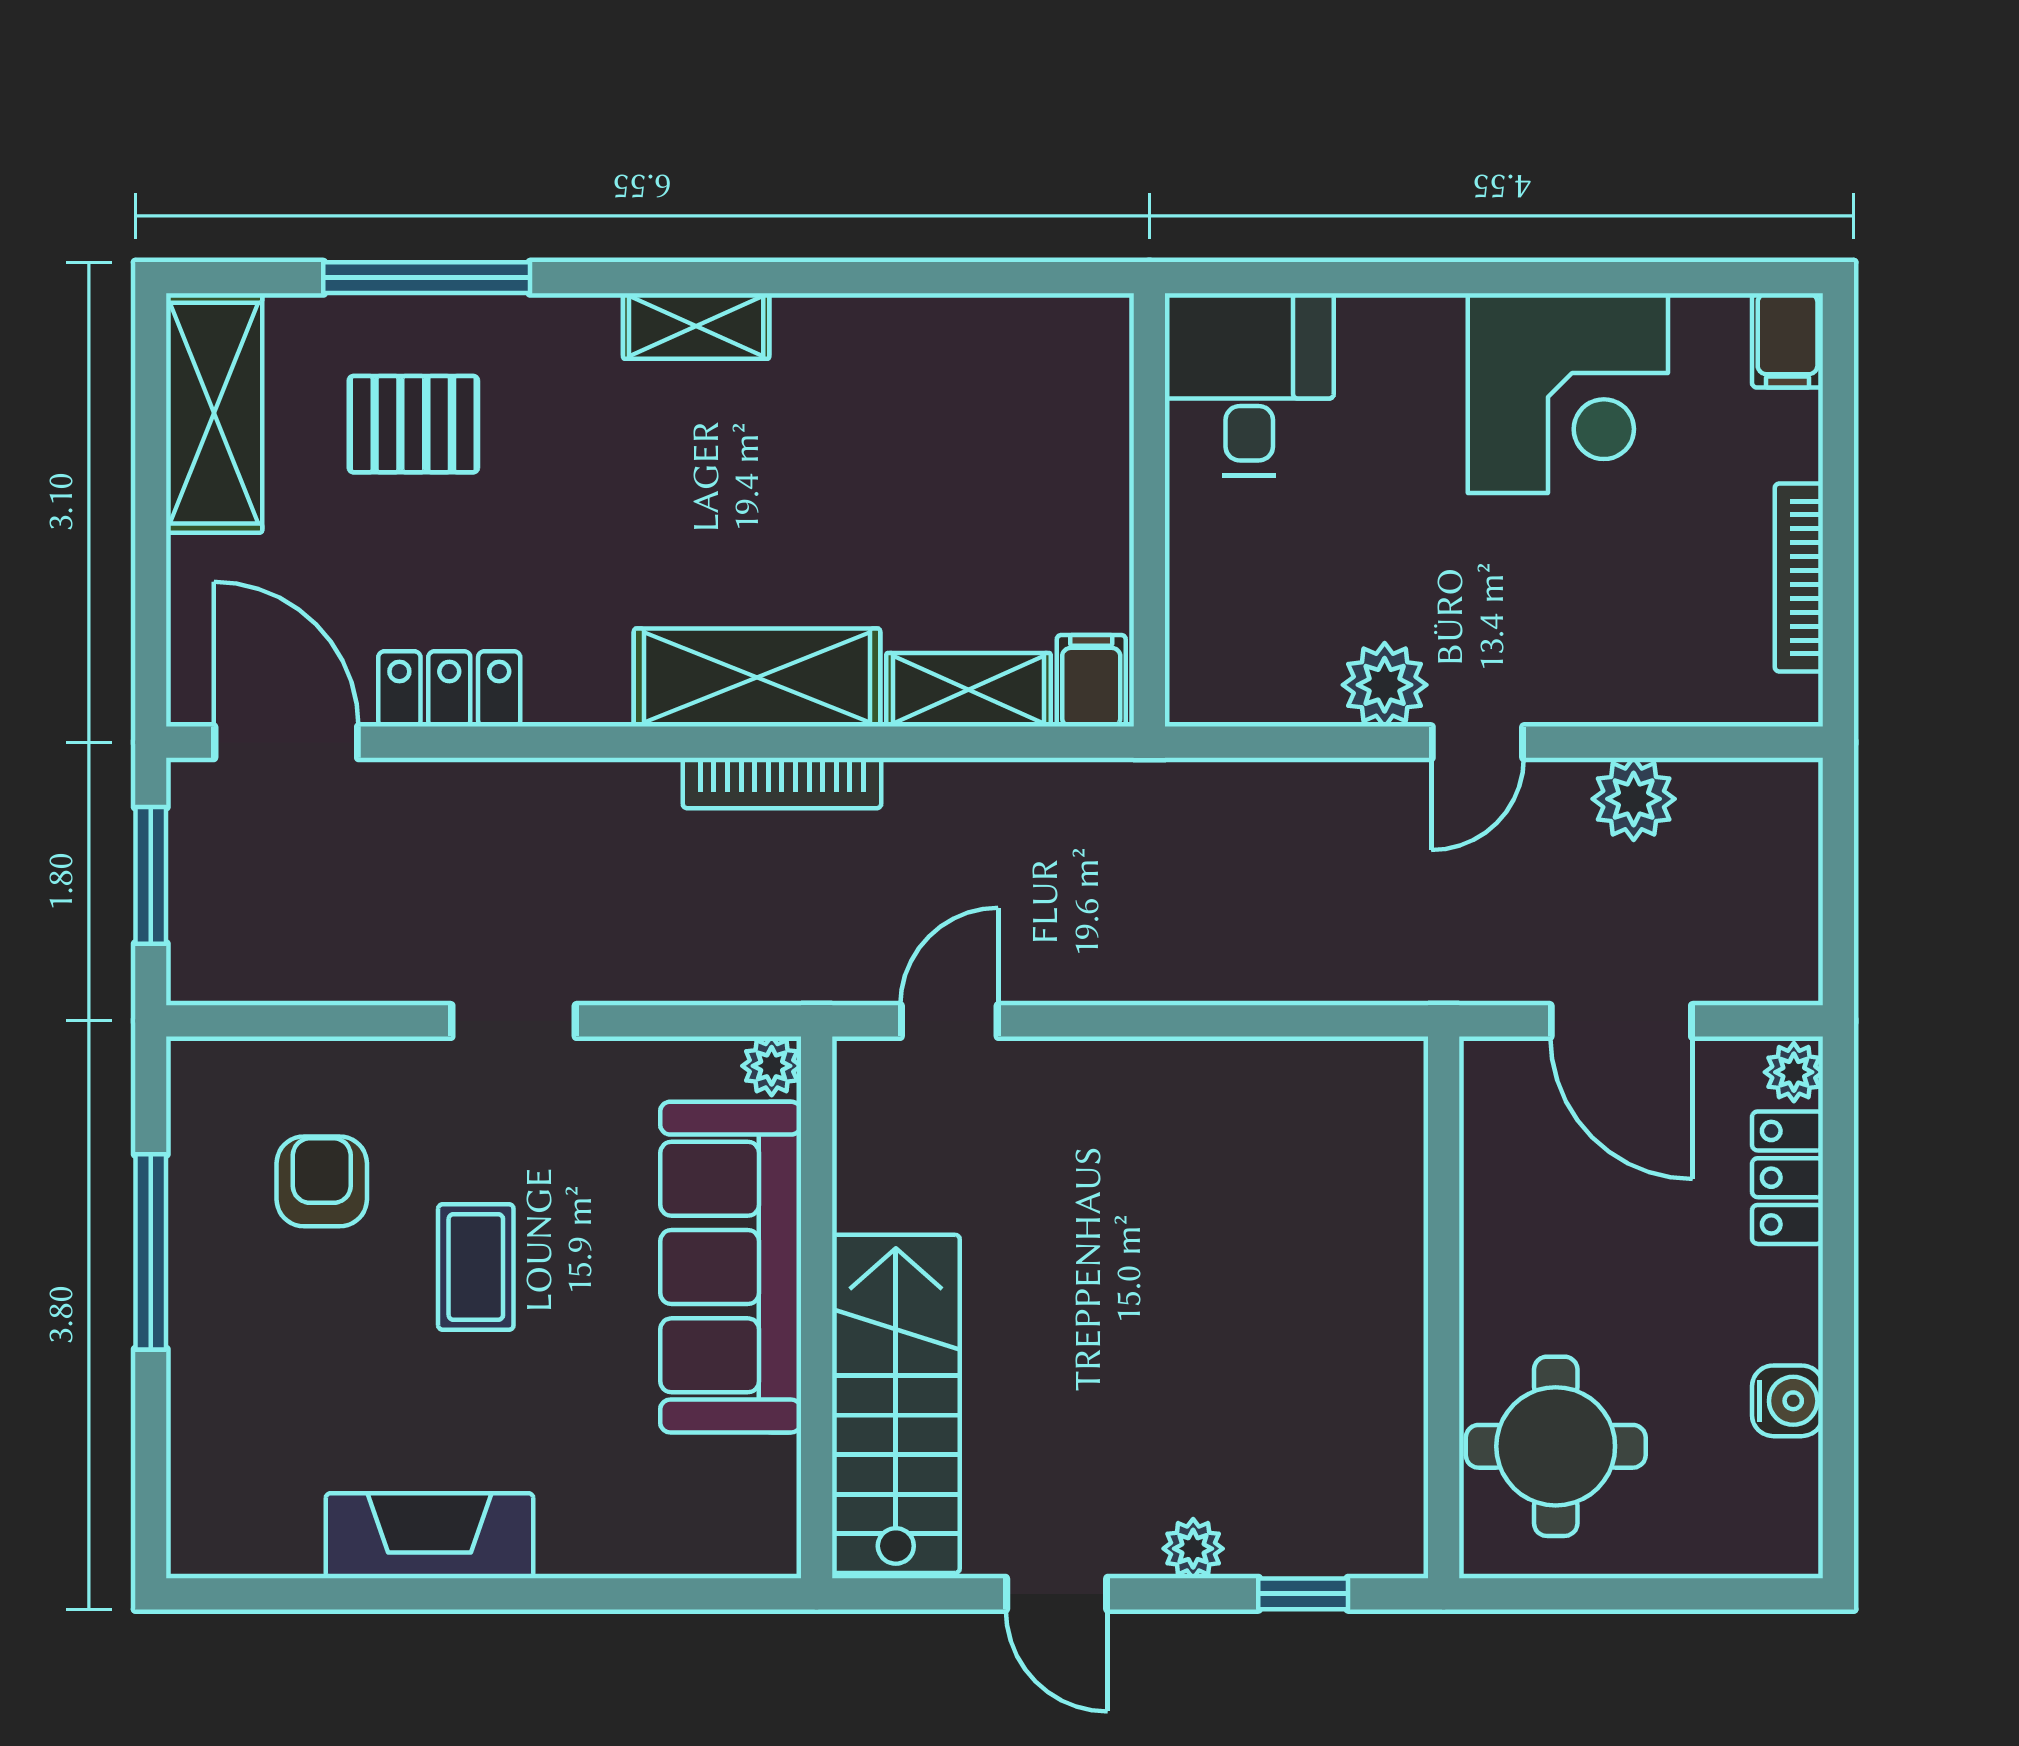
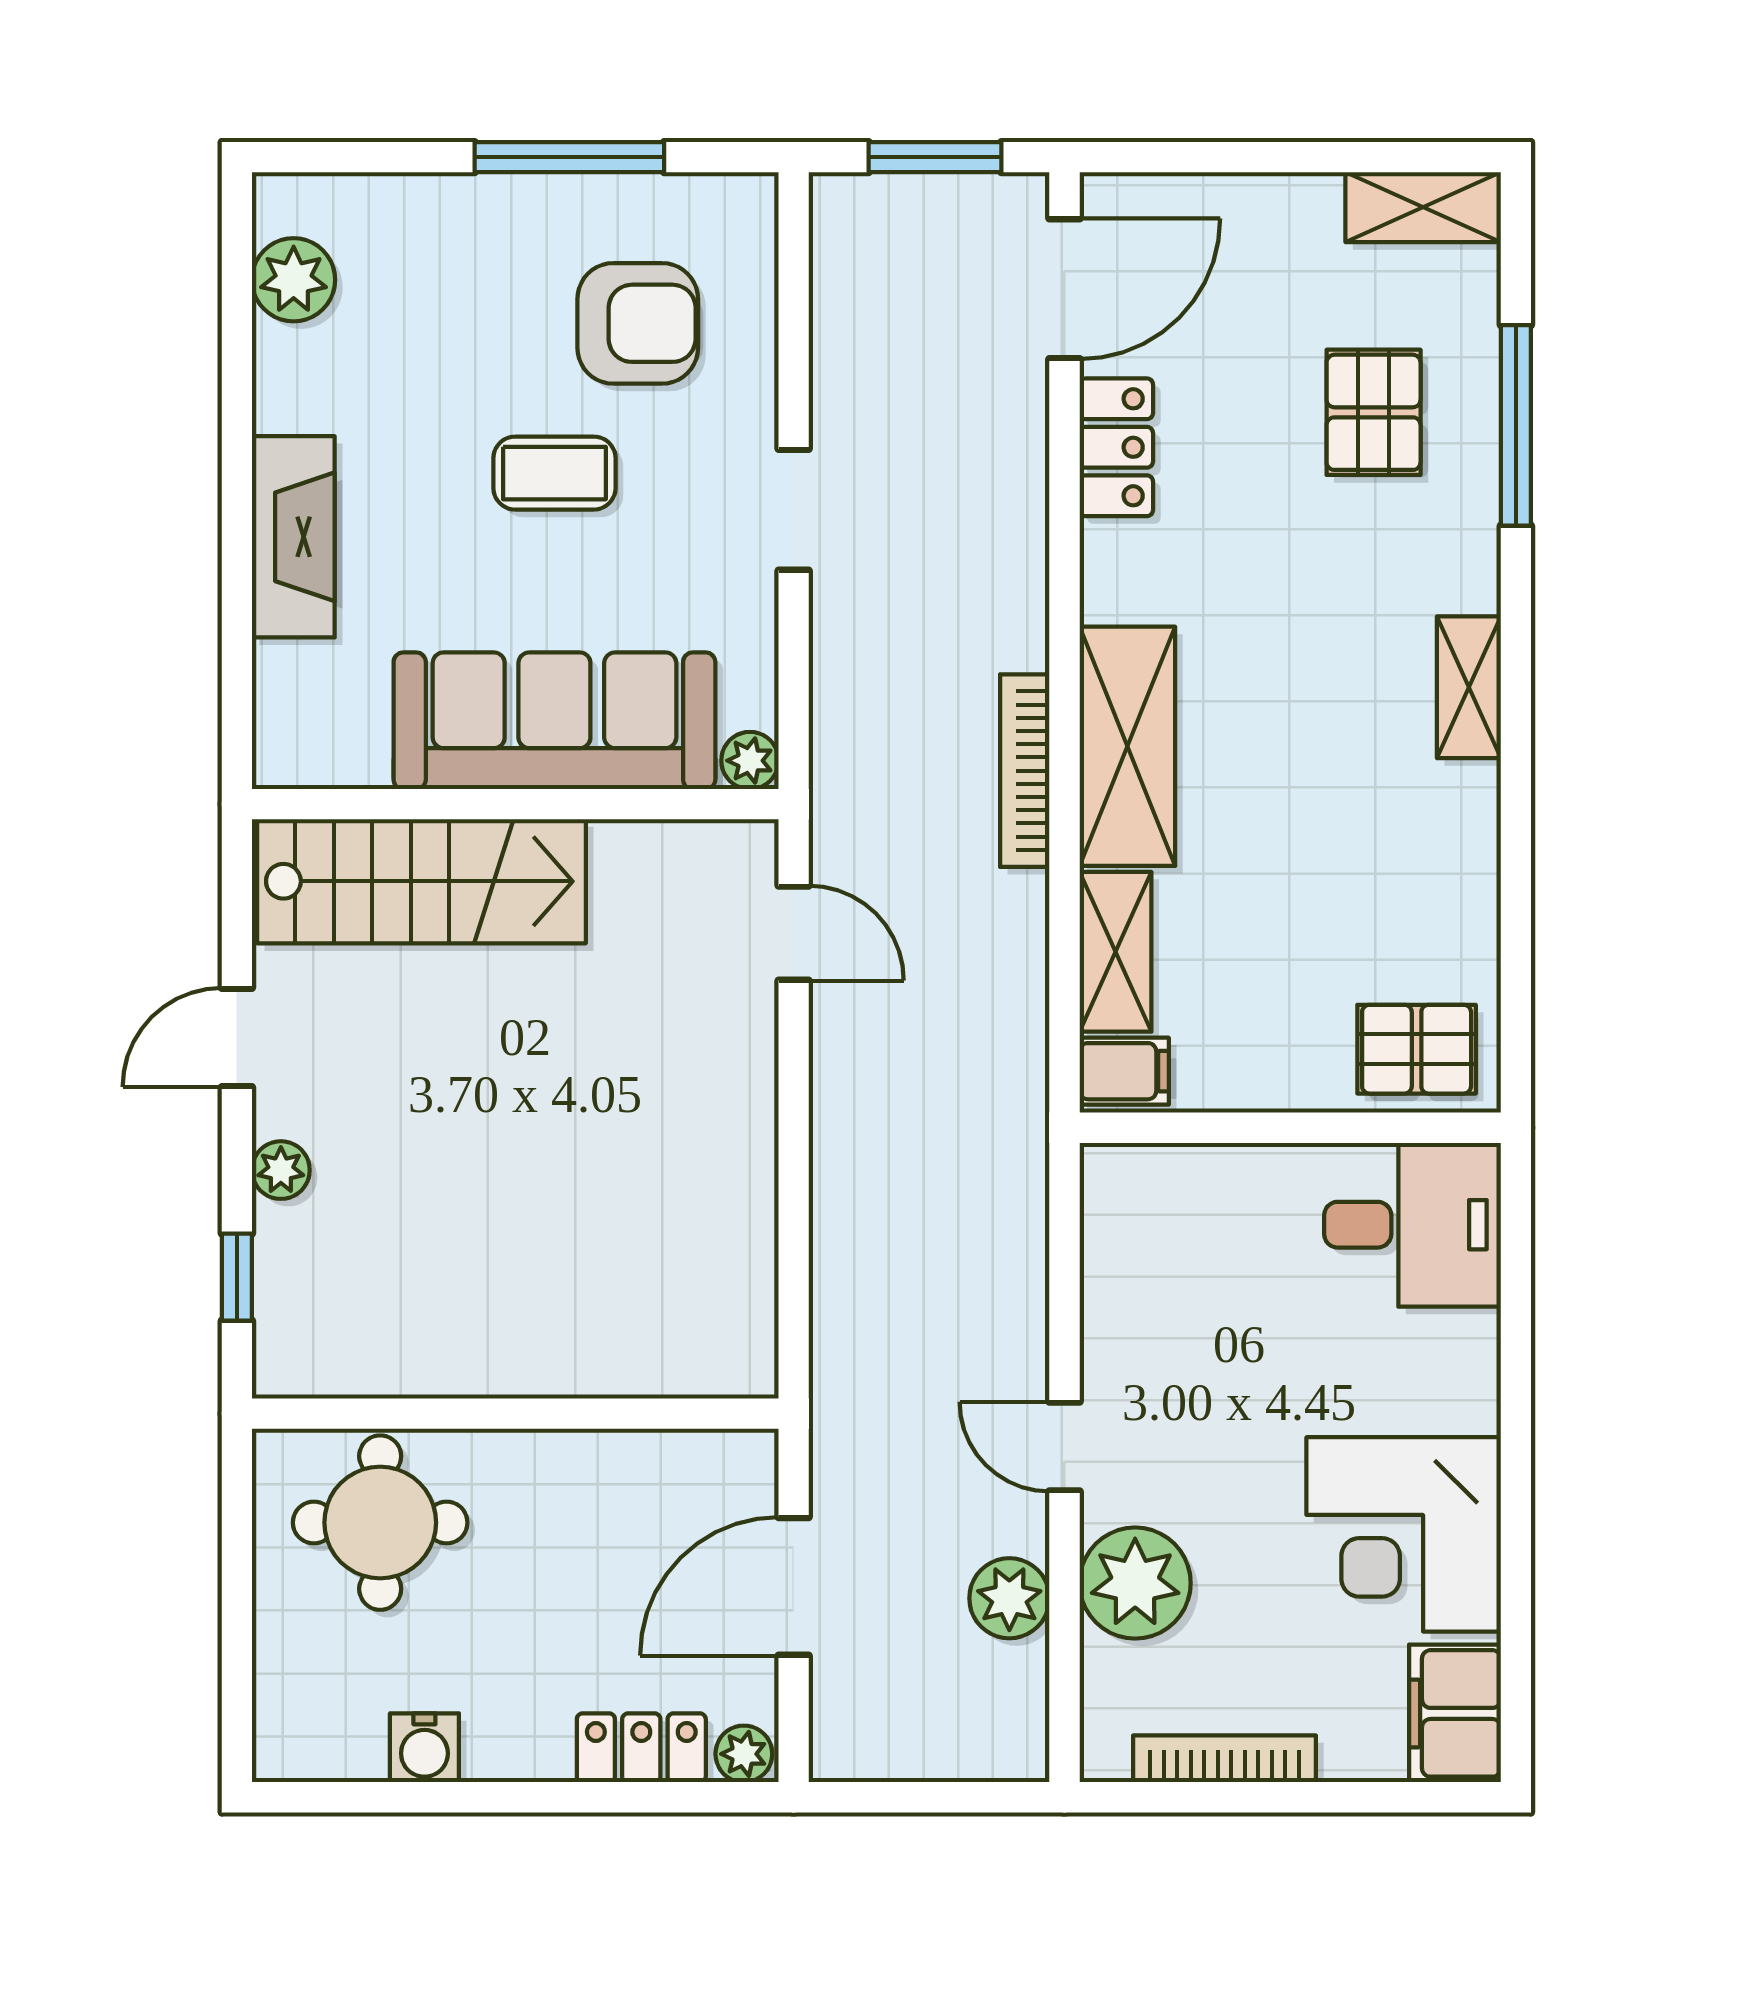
filing cabinet: (1788, 340) -> (1455, 1713), width x2.00
pallet: (1069, 380) -> (1417, 1049), added
shelving: (214, 413) -> (1423, 207), width x0.67, depth x0.75
plant: (1385, 685) -> (1135, 1583), moved, width x1.36, depth x1.36
armchair: (322, 1181) -> (638, 323), width x1.38, depth x1.38
plant: (277, 1535) -> (294, 280), added
fireplace: (430, 1536) -> (293, 537), moved

